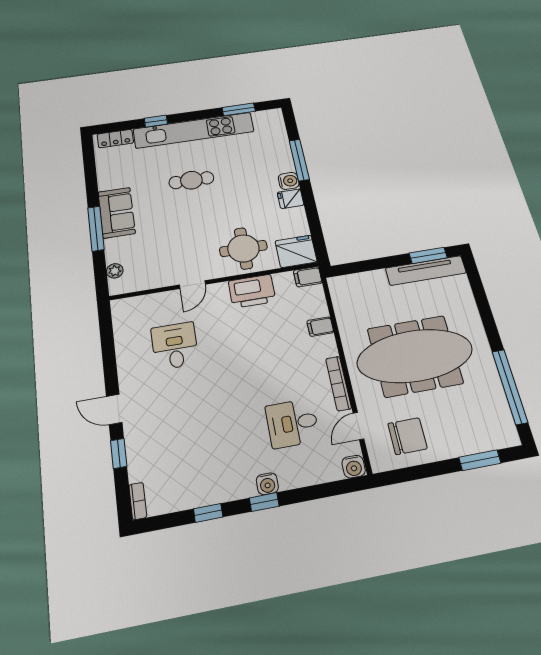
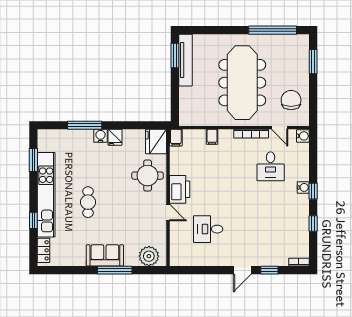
plant: (115, 271) -> (149, 256), width x1.87, depth x1.87
printer: (252, 291) -> (180, 189), moved

